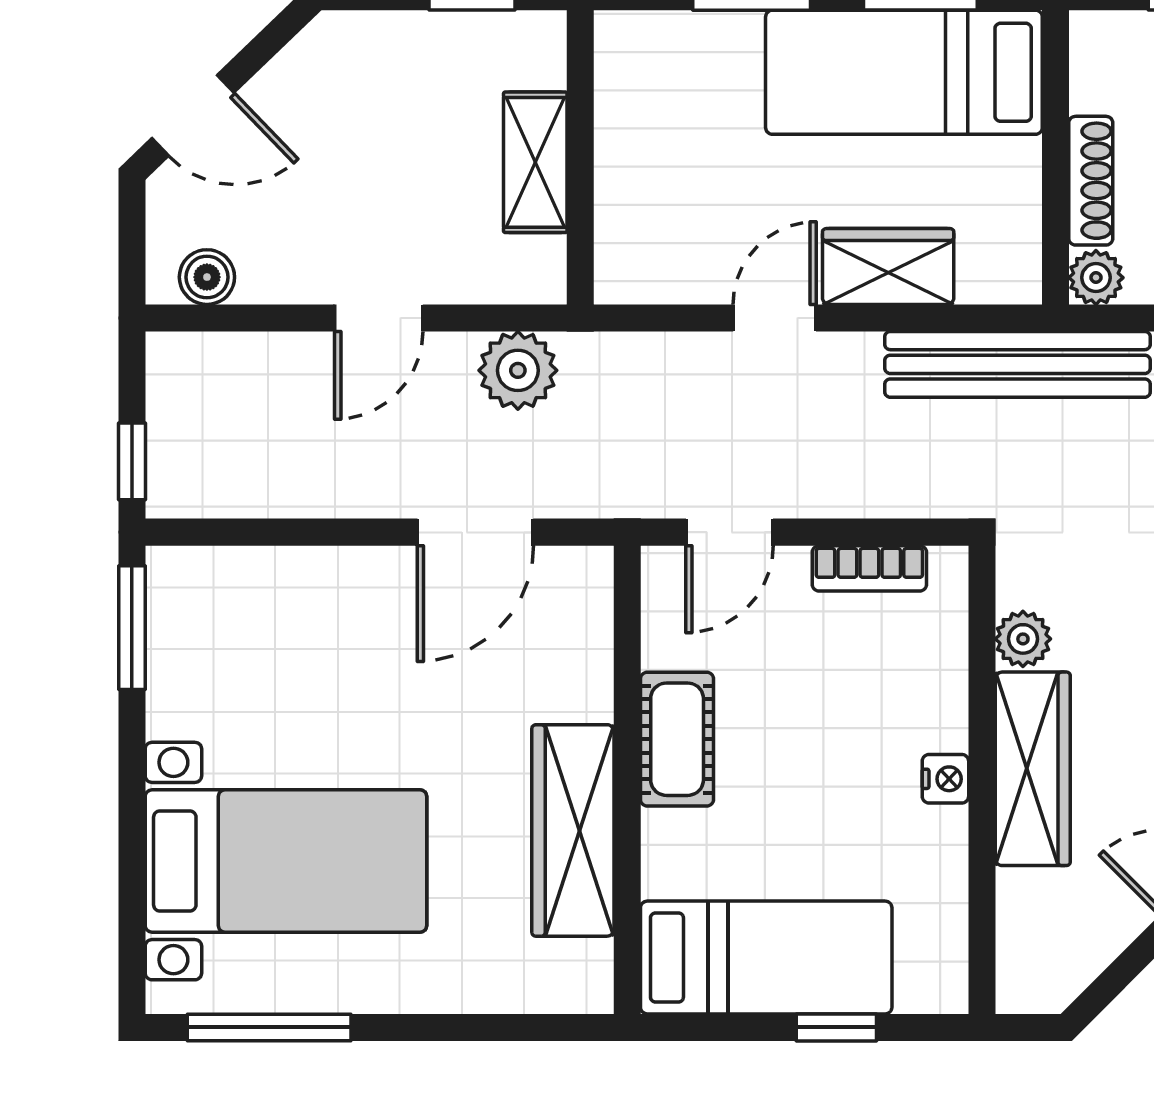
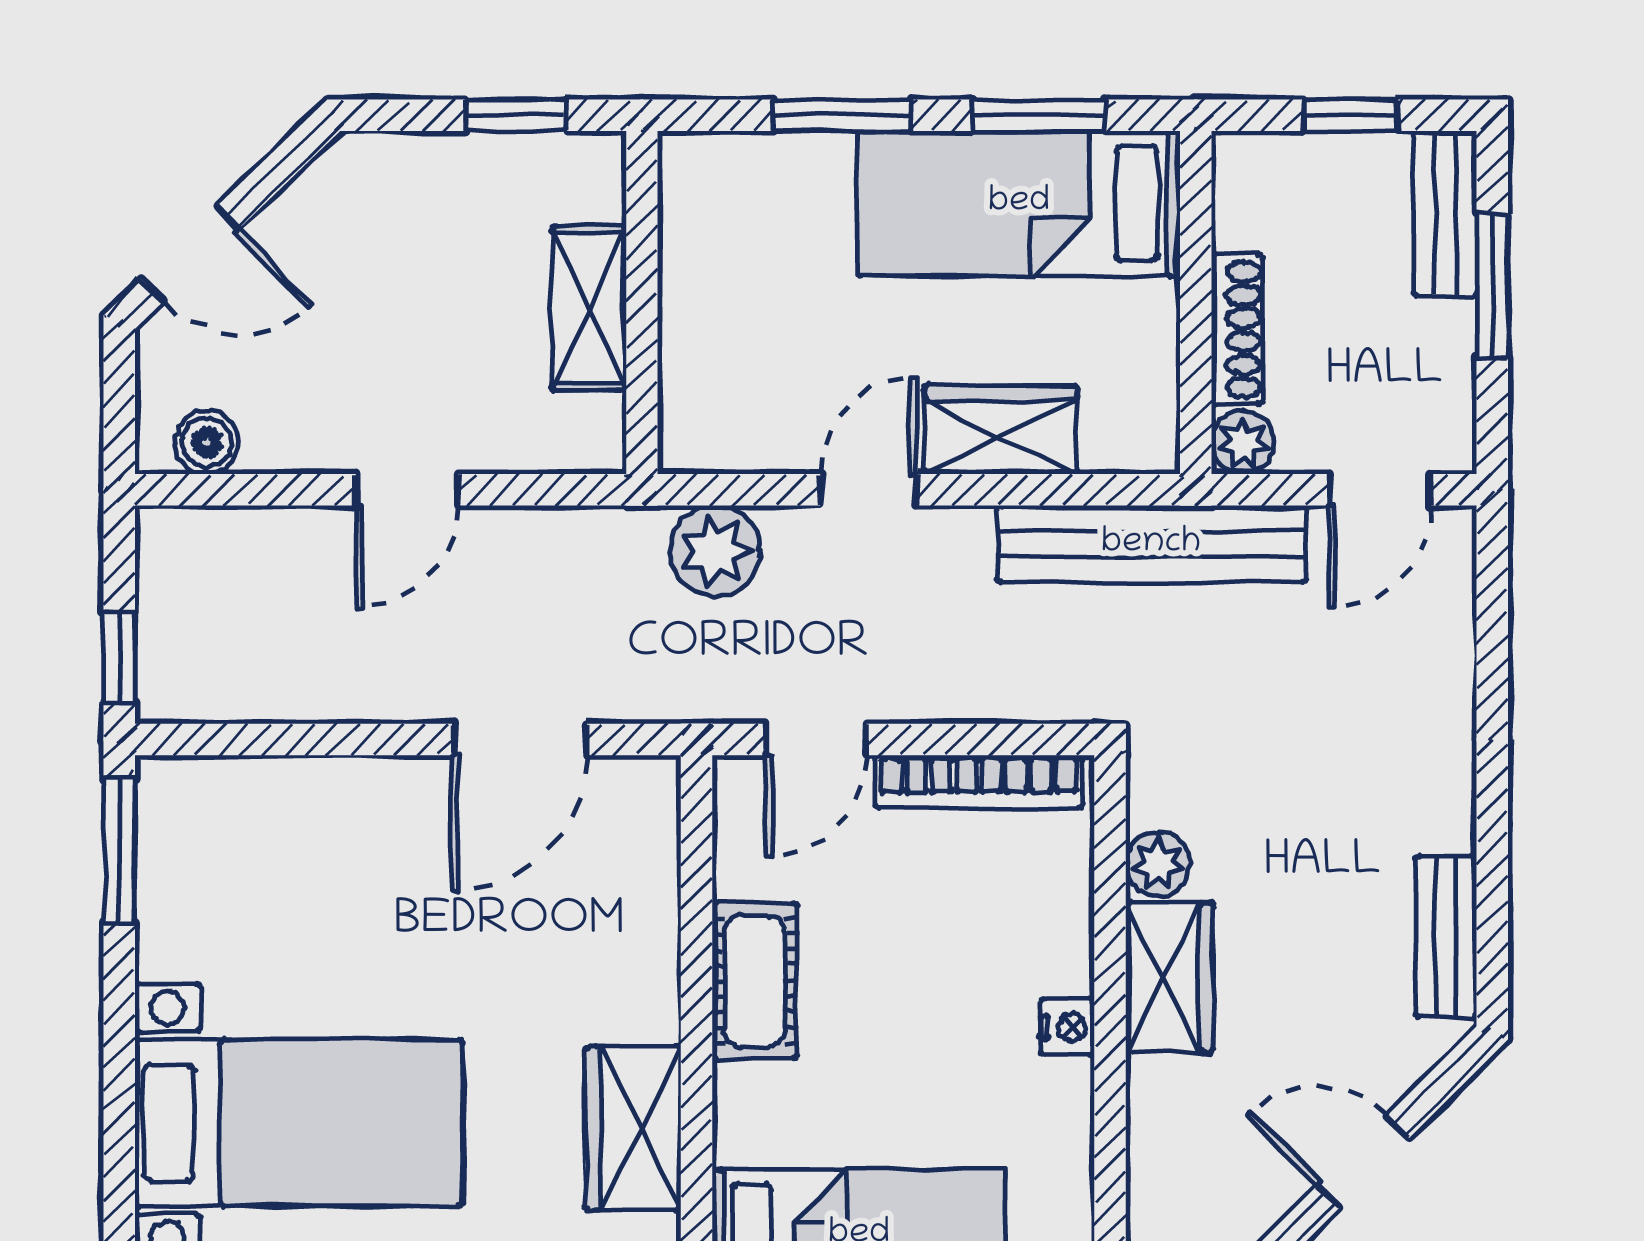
plant: (518, 370) -> (715, 551), moved
bookcase: (869, 568) -> (979, 782), width x1.56
wardrobe: (1033, 769) -> (1169, 978), width x0.67
wardrobe: (573, 830) -> (633, 1128), width x0.67

